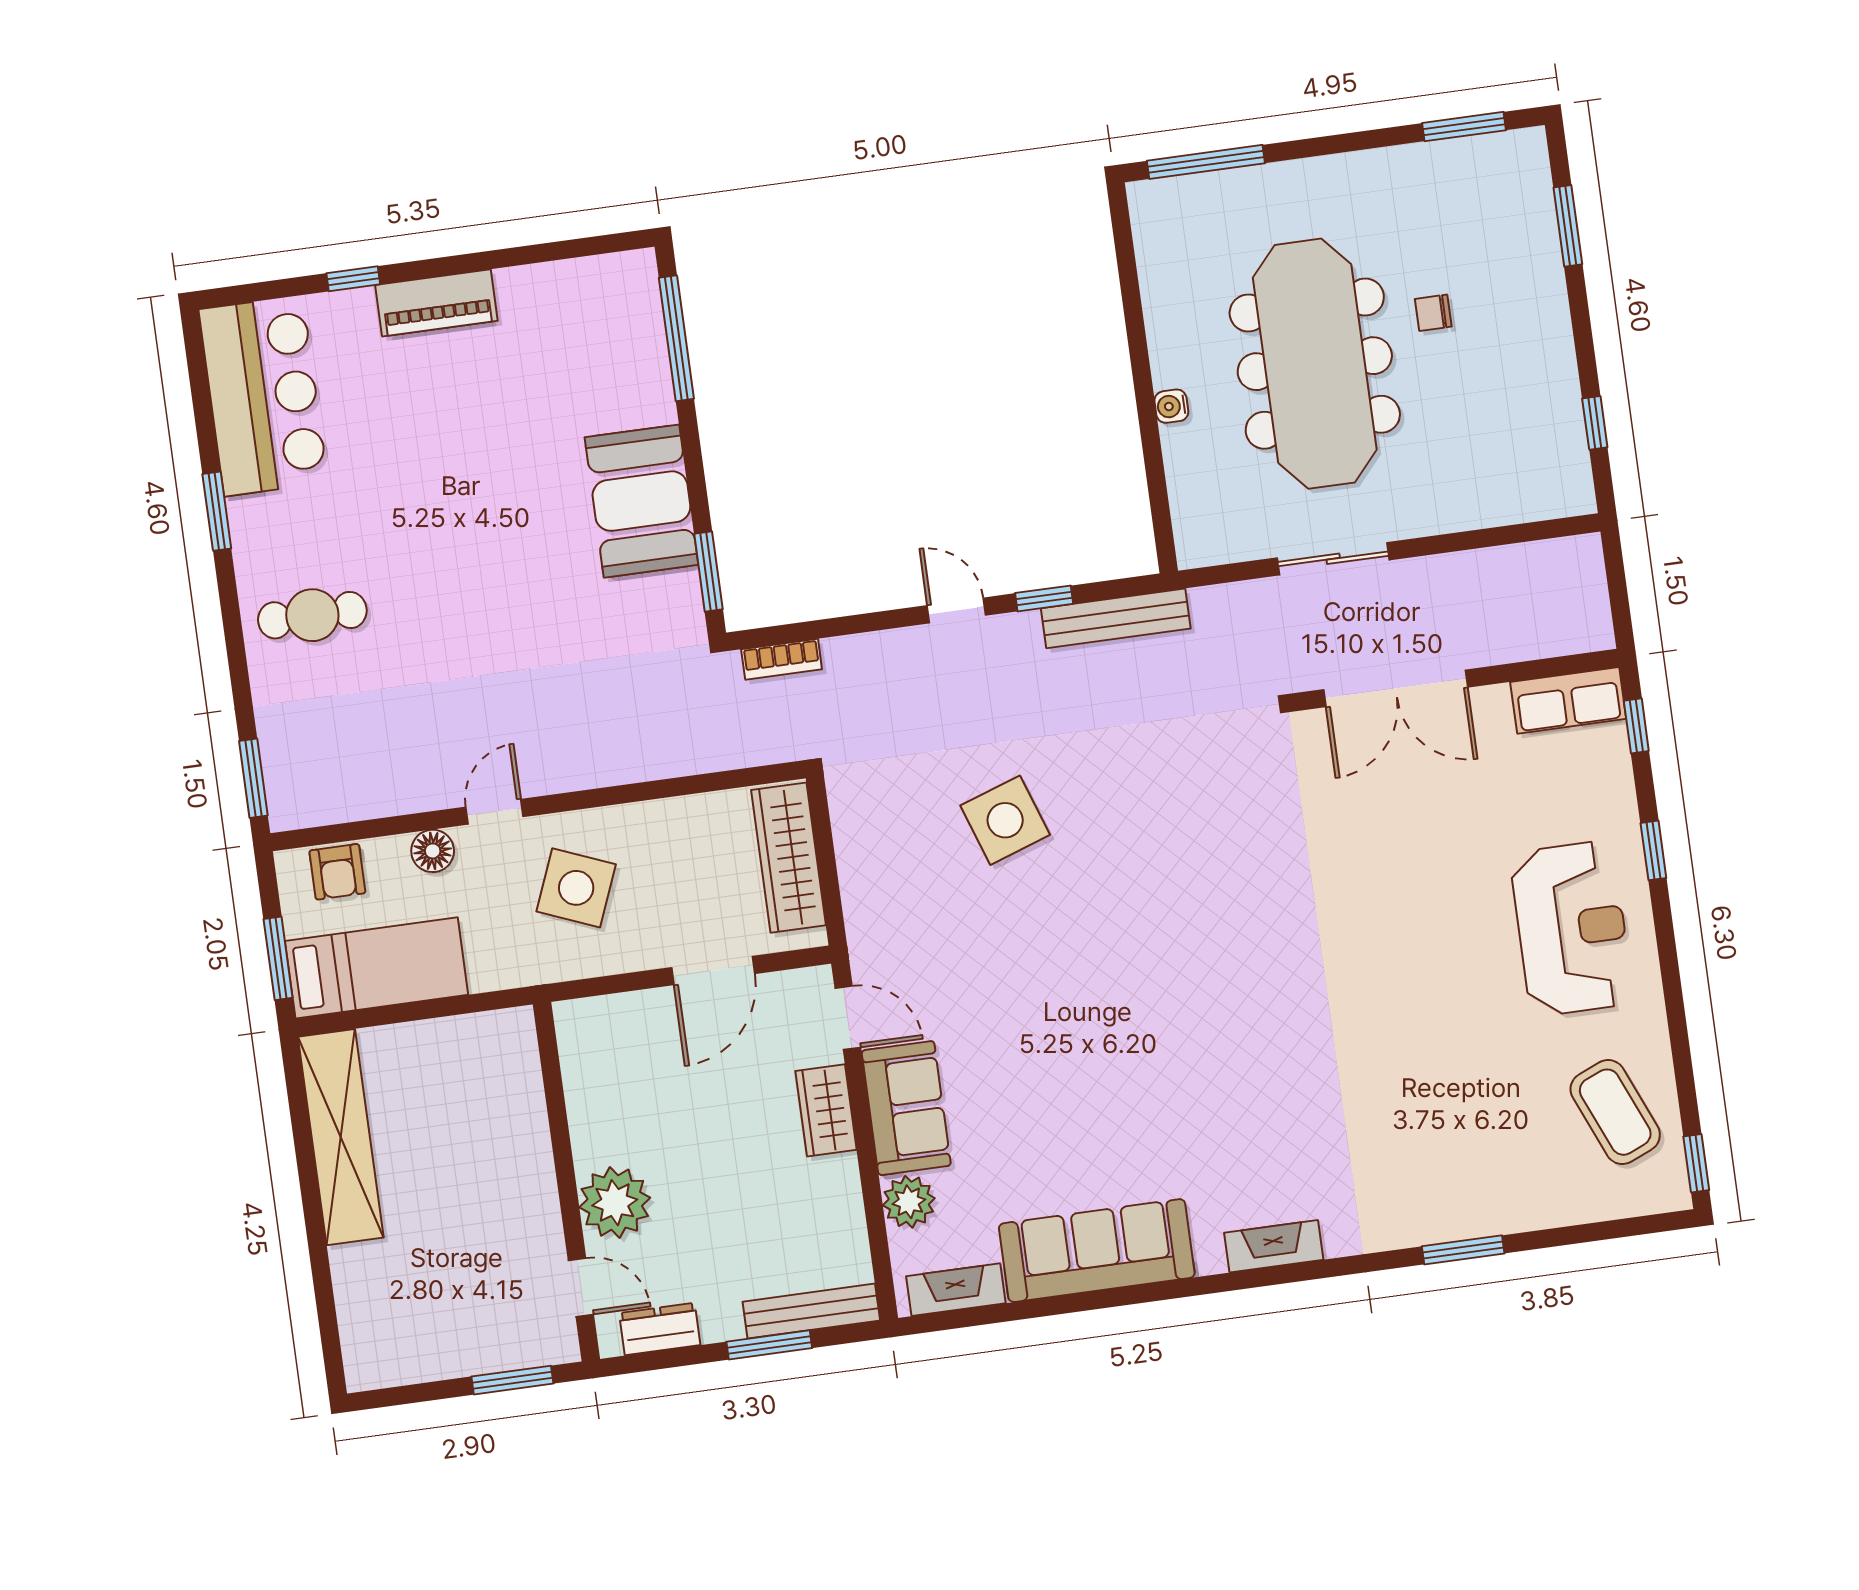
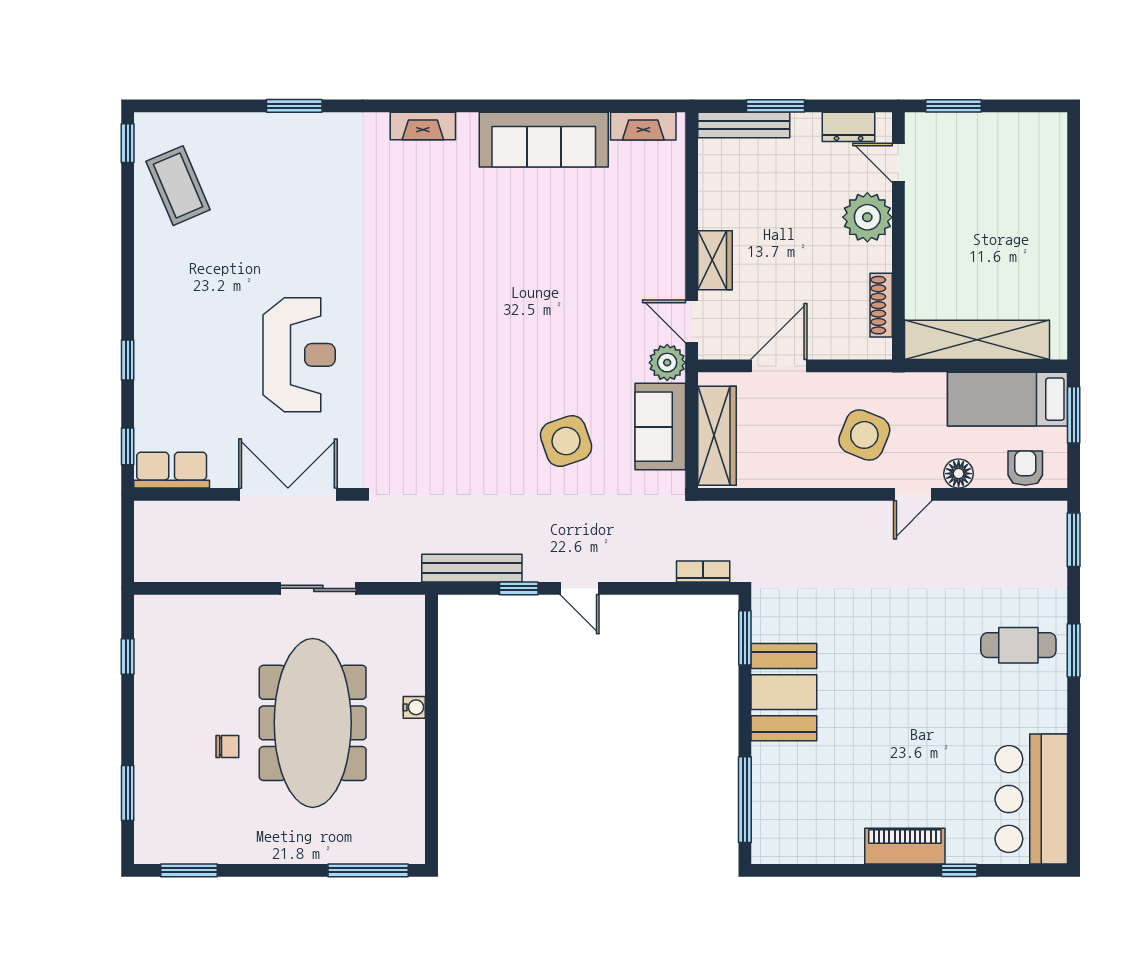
window: (217, 511) -> (1074, 650), moved
reception desk: (1572, 928) -> (299, 355), moved, turned 180
shoe rack: (578, 1078) -> (881, 305), added
sofa: (906, 1108) -> (660, 427), moved
shelving: (341, 1137) -> (977, 340), moved, turned 90
plant: (909, 1202) -> (667, 363), moved

